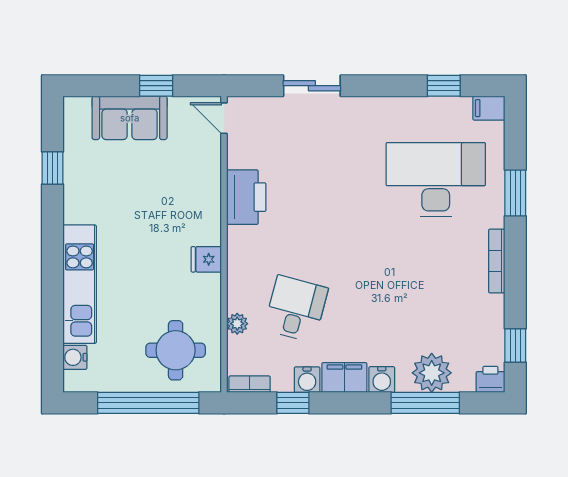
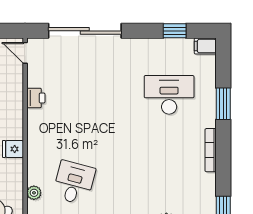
sliding door: (312, 86) -> (85, 31), width x1.86
desk: (436, 180) -> (169, 95), width x0.73, depth x0.77
printer: (246, 197) -> (36, 98), width x0.53, depth x0.68

